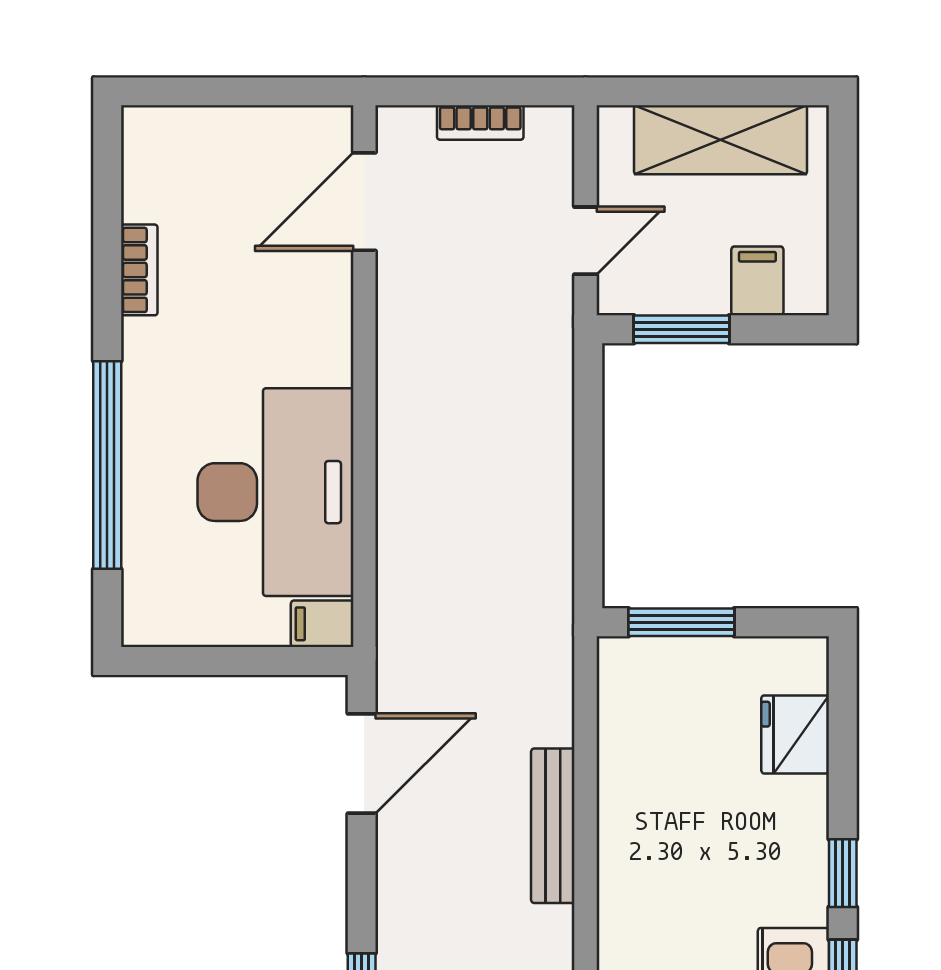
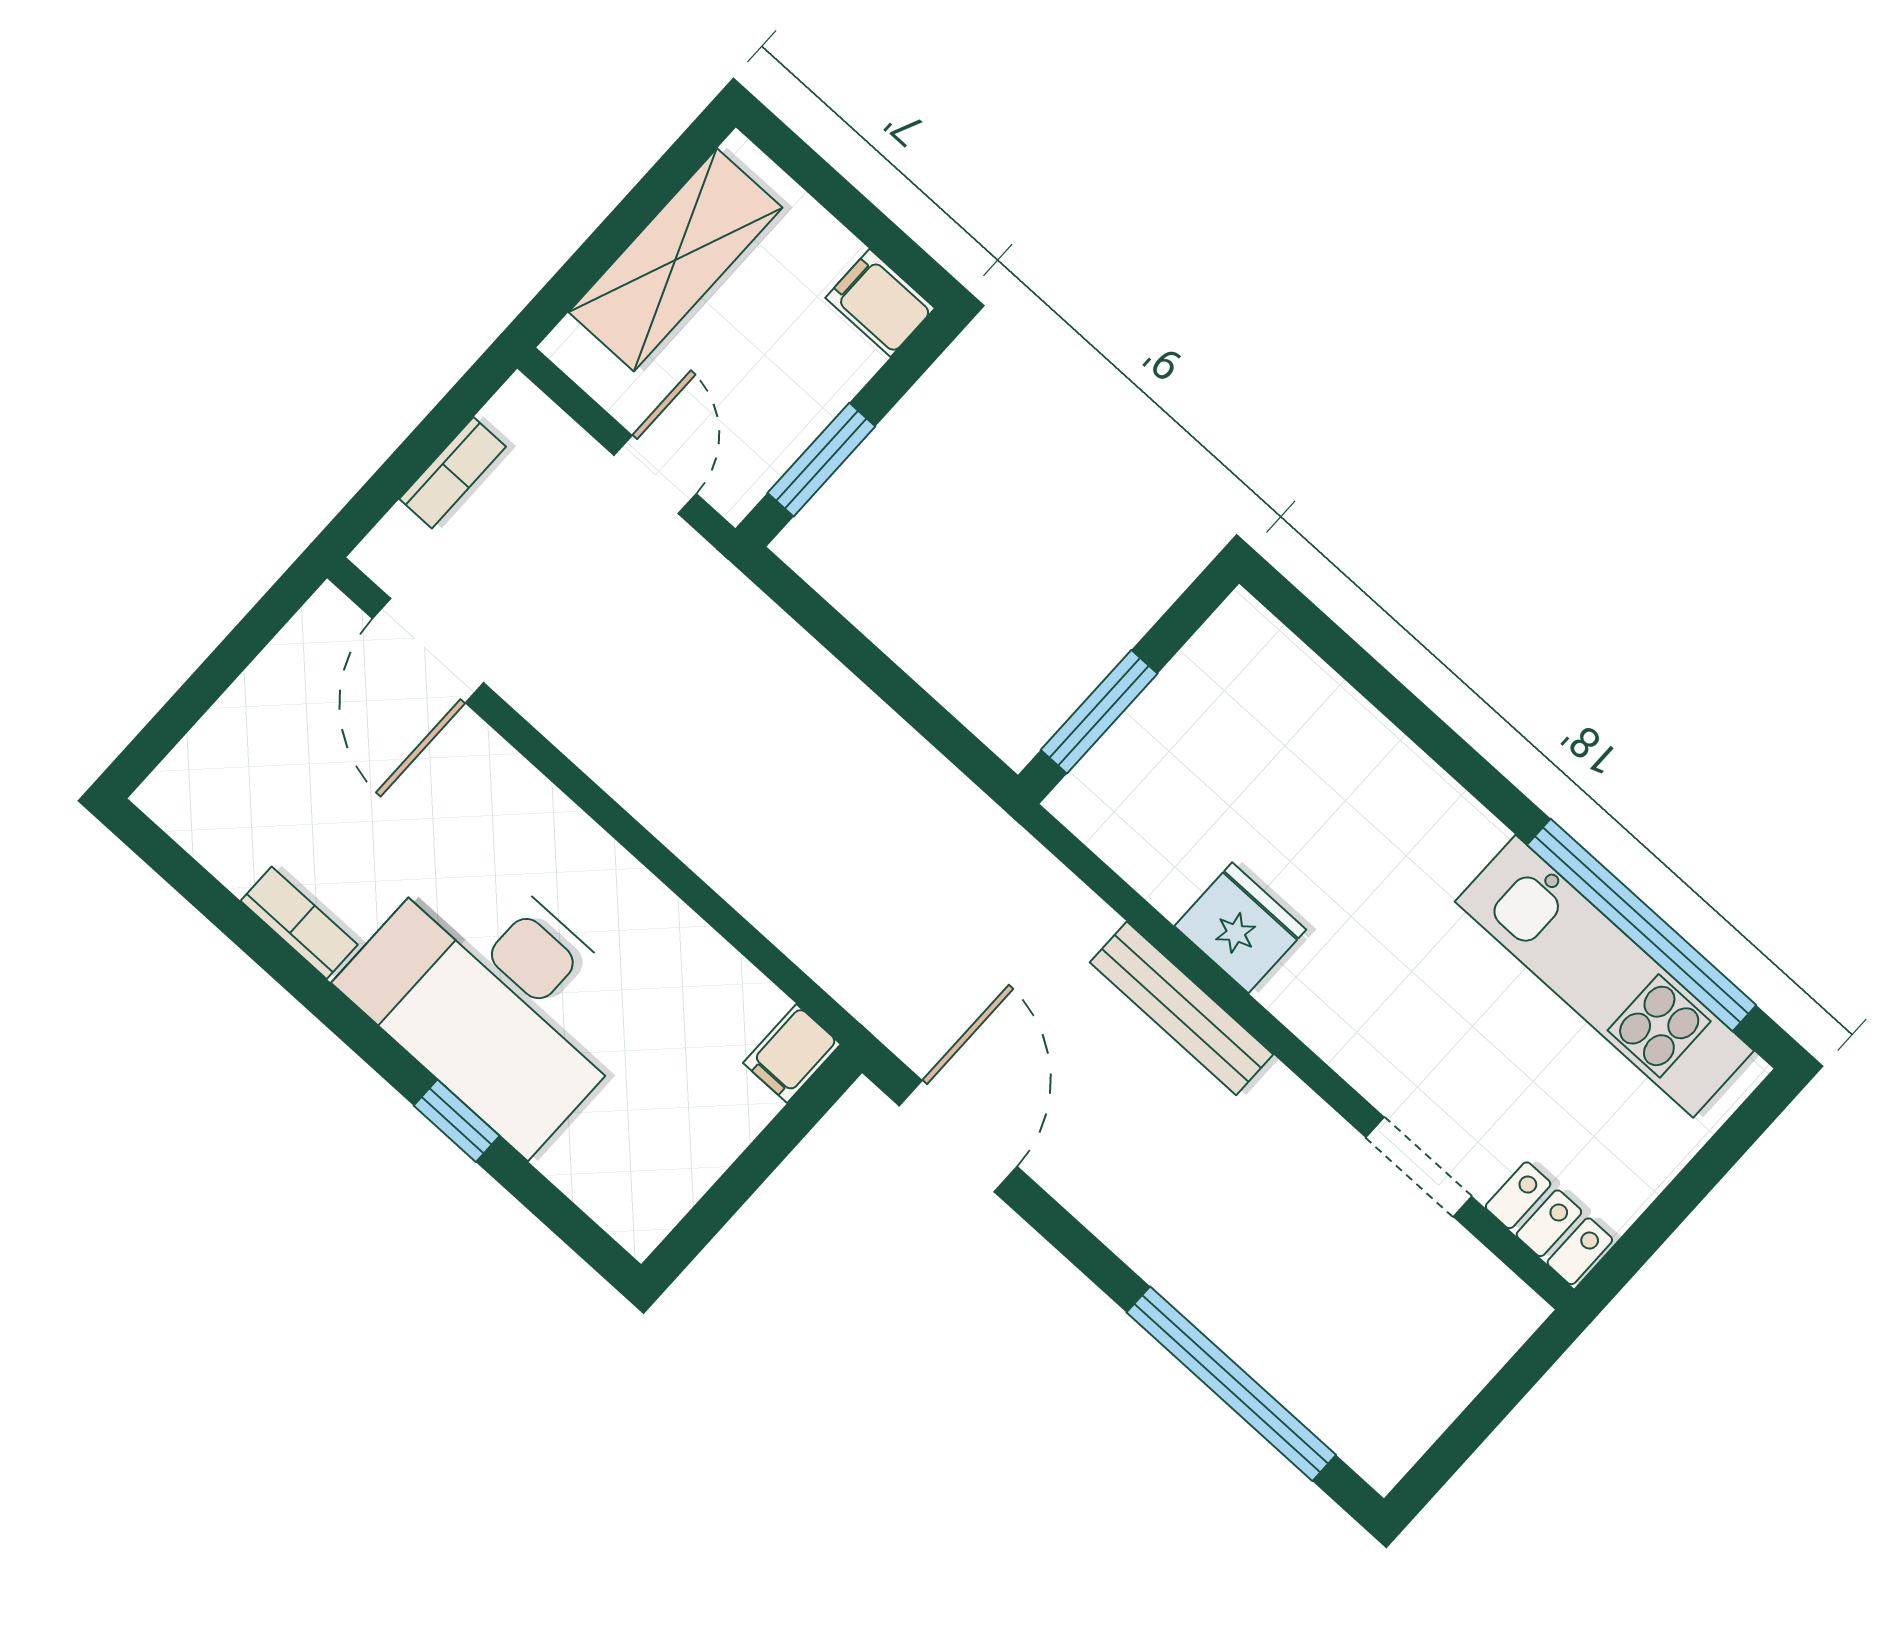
filing cabinet: (757, 281) -> (880, 303), moved
window: (107, 465) -> (457, 1121), width x0.32
desk: (275, 492) -> (496, 998), moved, turned 180
fridge: (795, 734) -> (1240, 928), moved, turned 180
window: (843, 873) -> (1475, 774), removed

